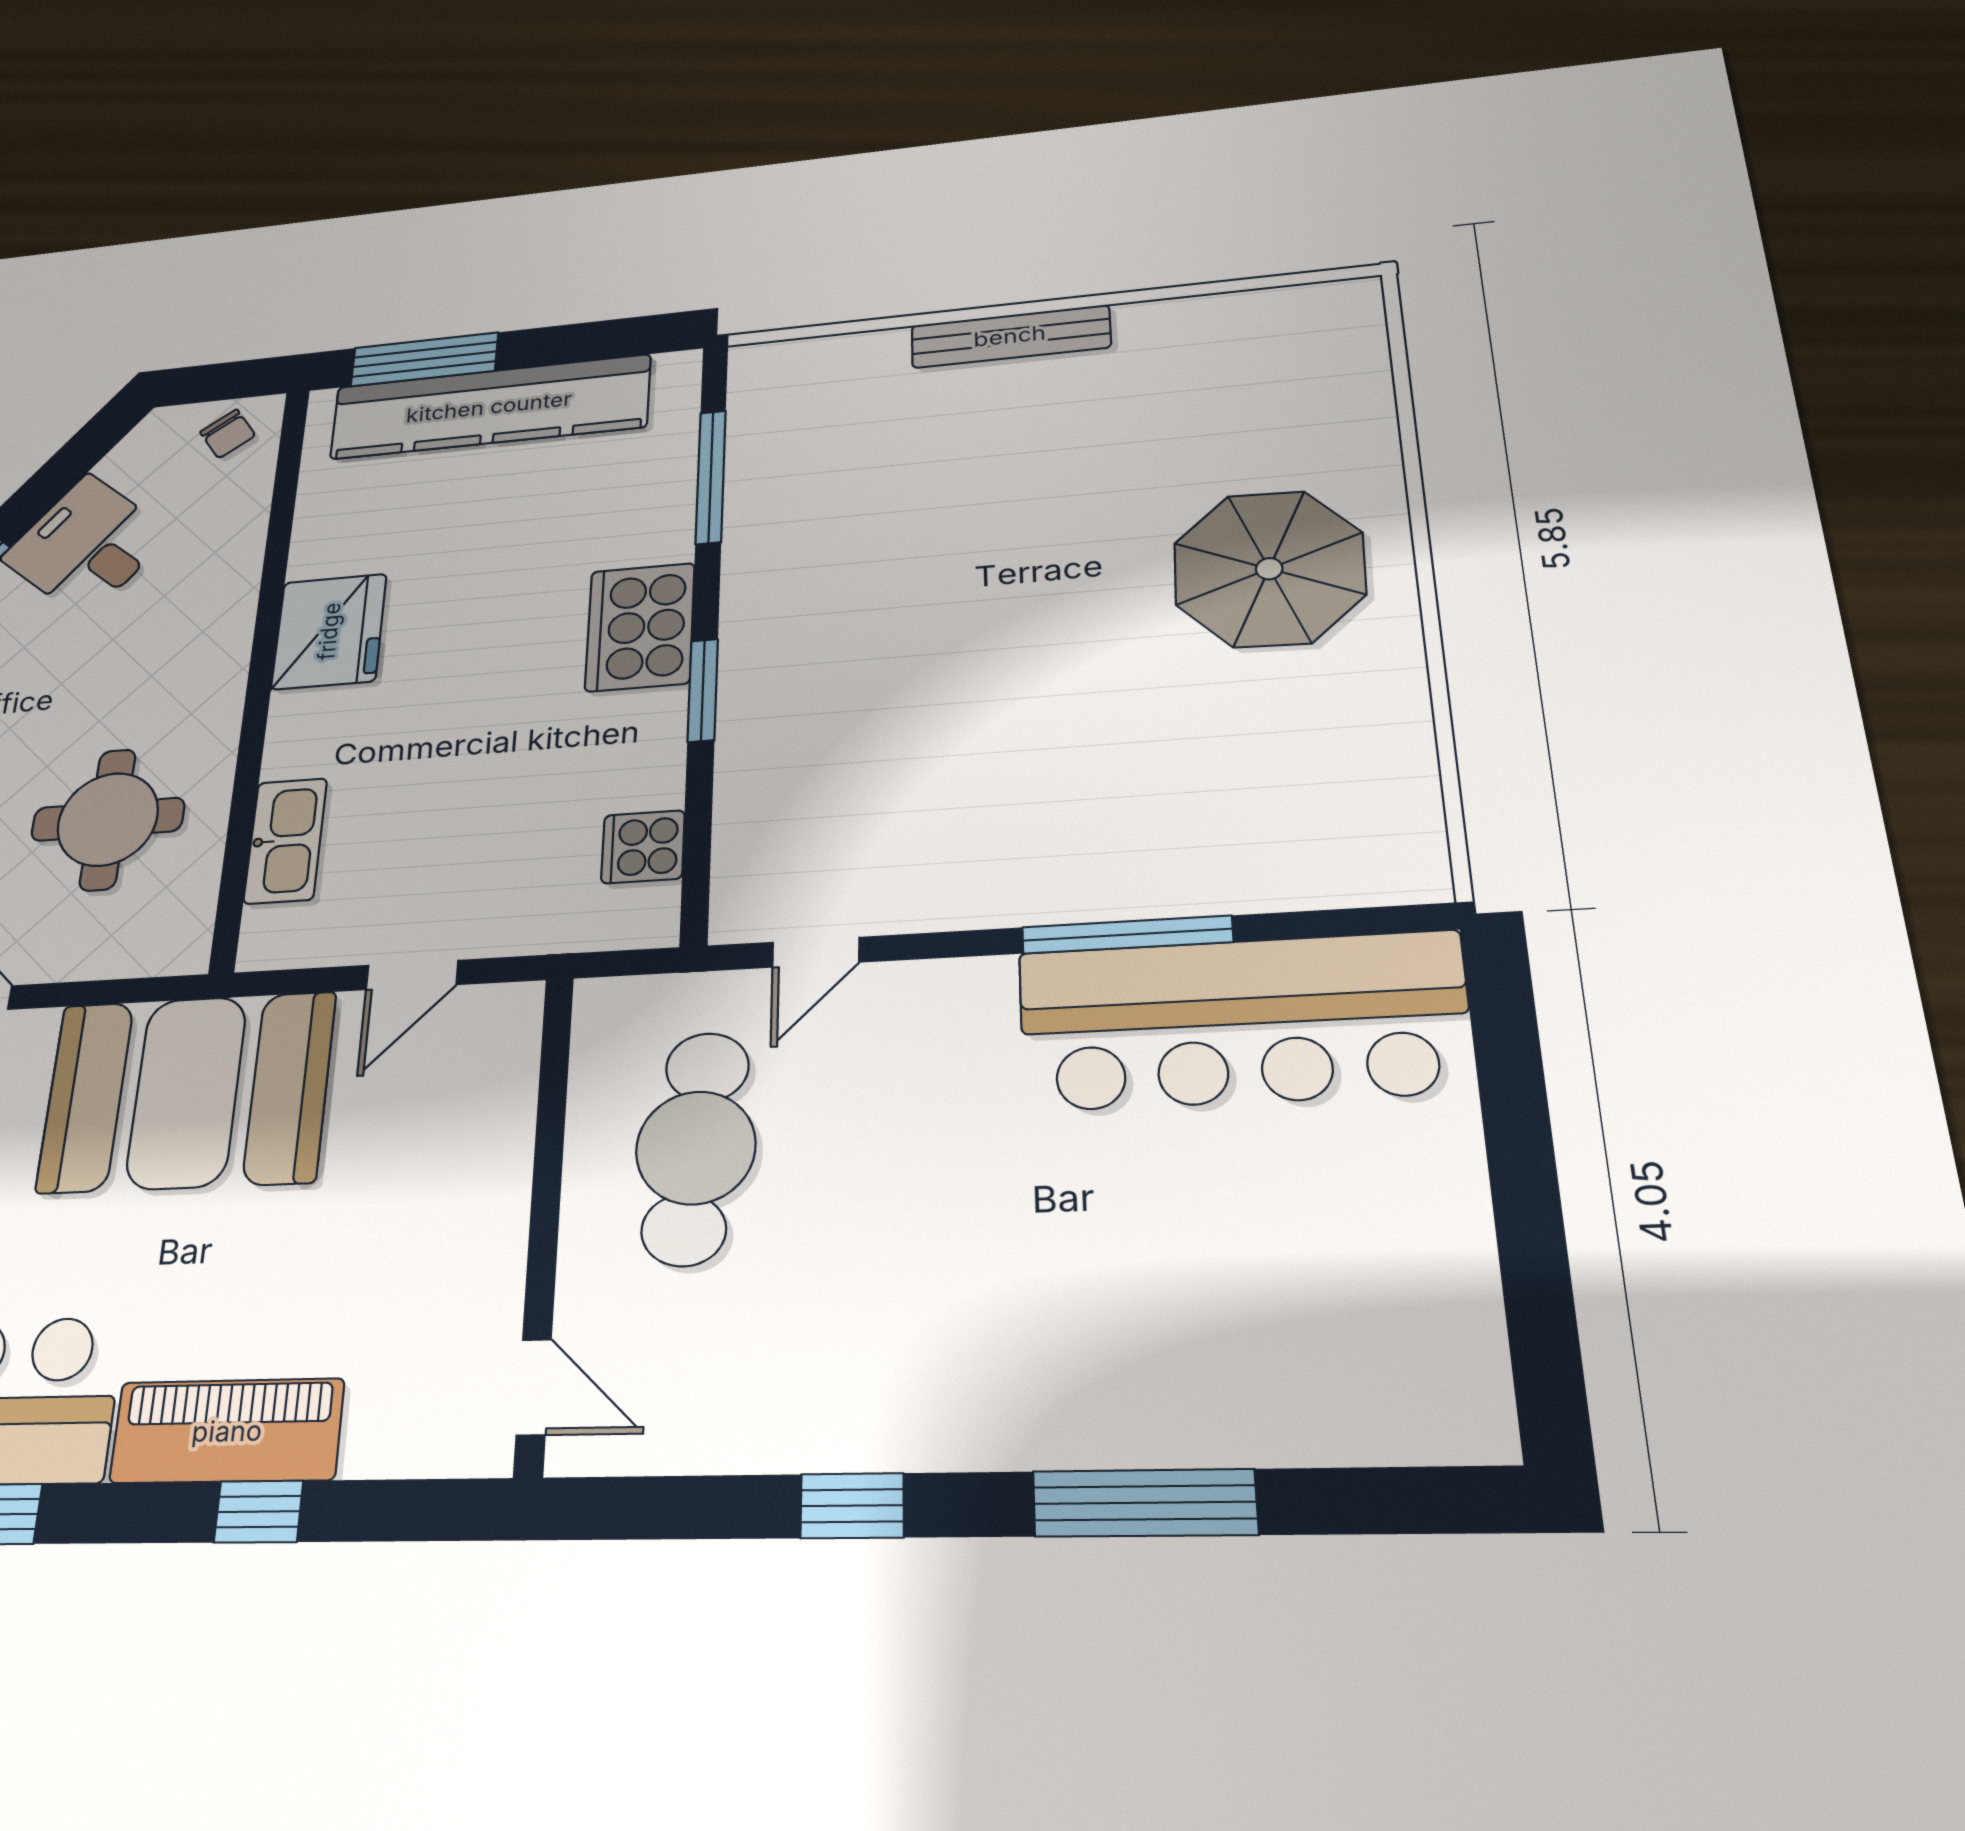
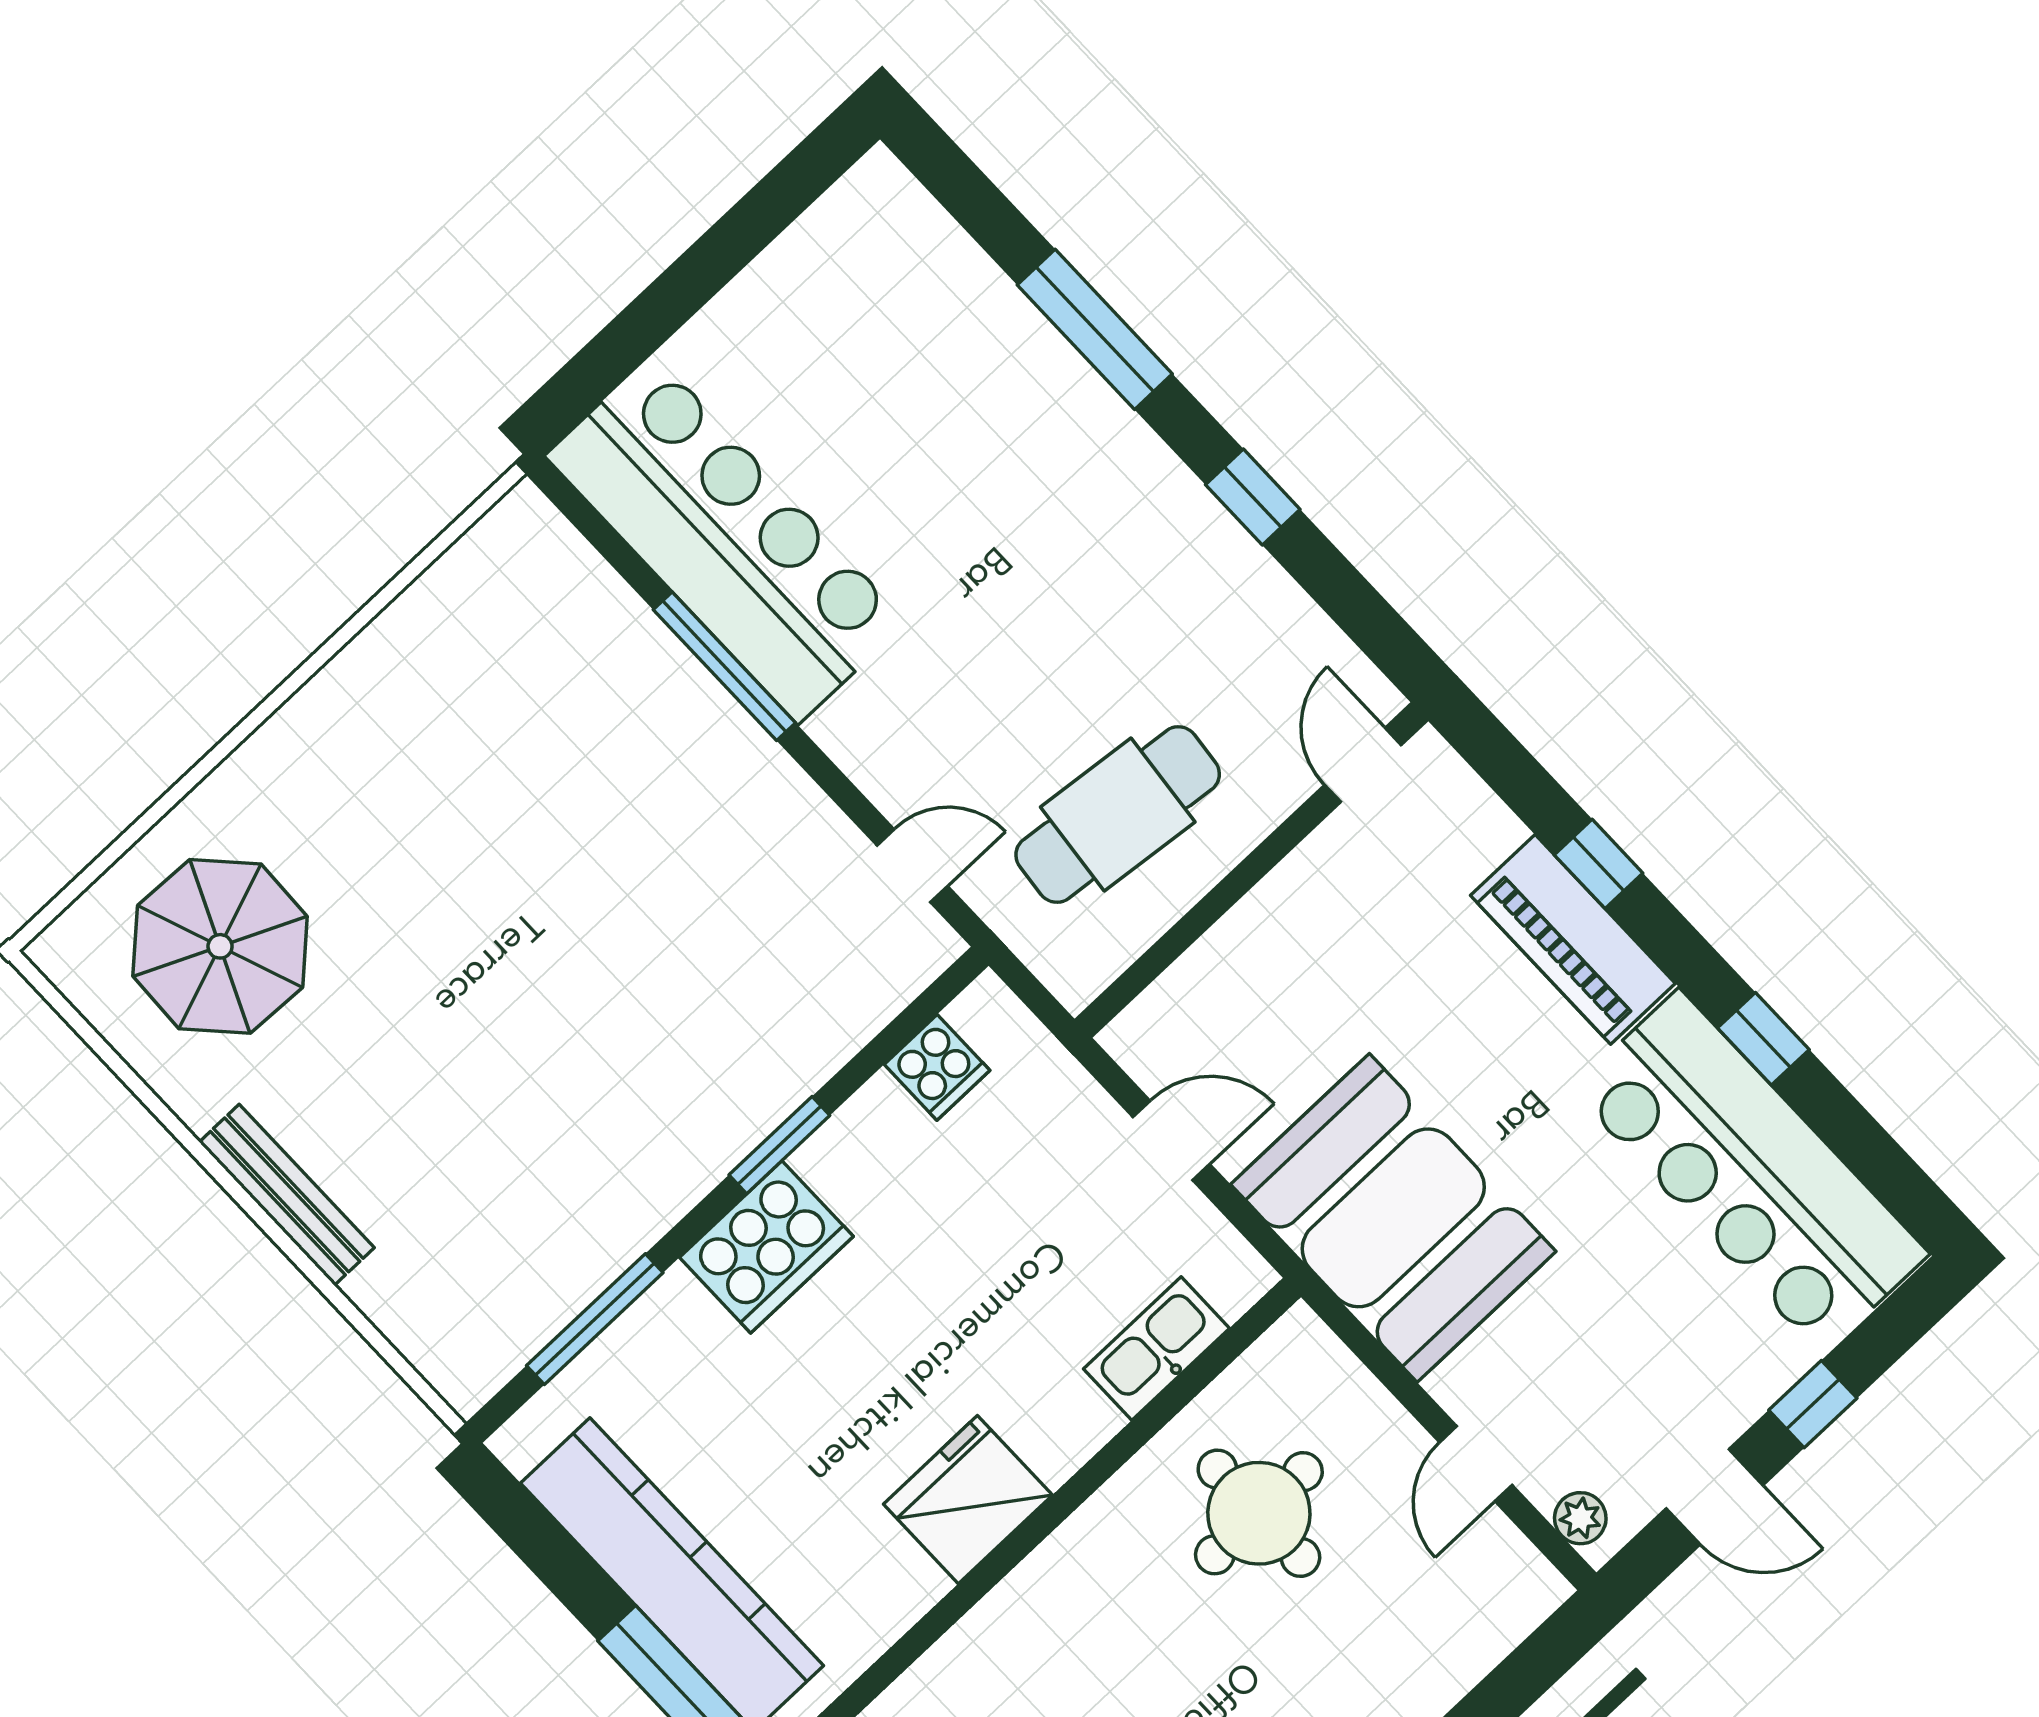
parasol: (1269, 569) -> (220, 946), moved

